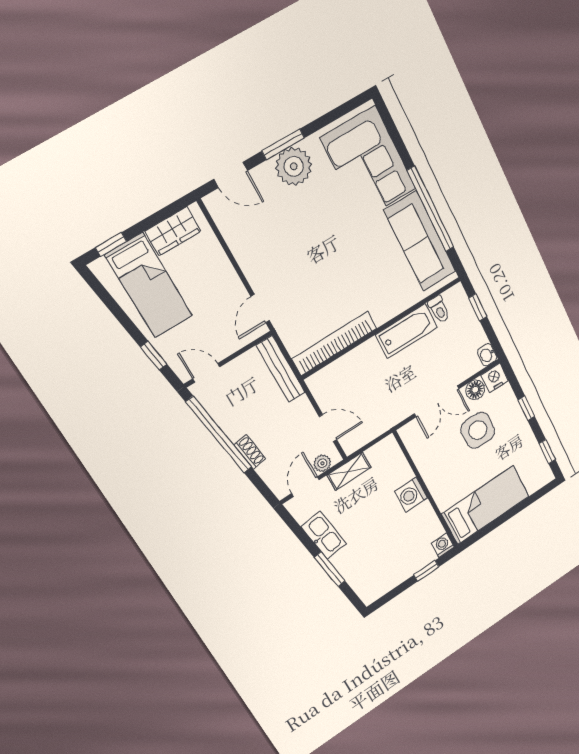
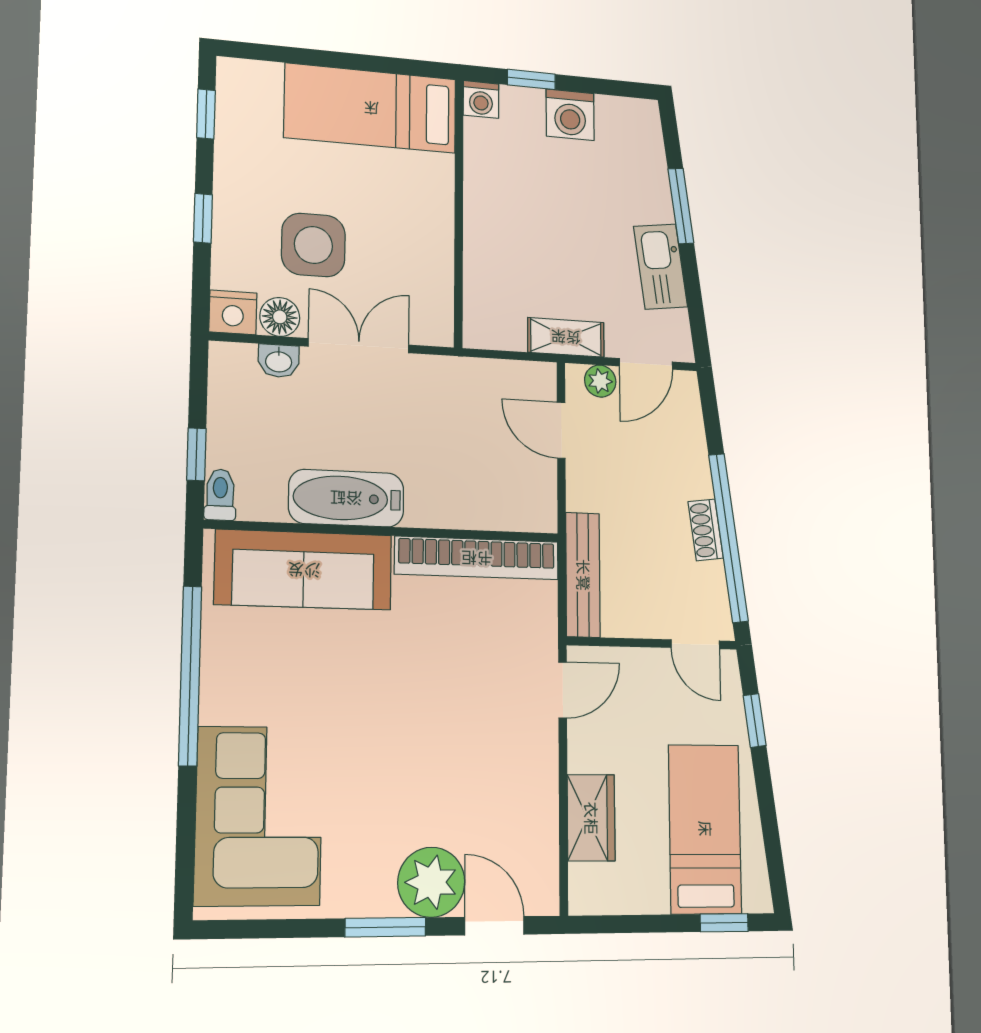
plant: (294, 166) -> (431, 882), moved
wardrobe: (173, 231) -> (591, 818), moved, turned 90
sofa: (420, 241) -> (304, 570), moved, turned 90
toilet: (439, 309) -> (220, 495), moved
washbasin: (487, 355) -> (279, 361), moved, turned 90
shoe rack: (250, 452) -> (706, 530), moved
washing machine: (411, 495) -> (570, 115), moved, turned 90

